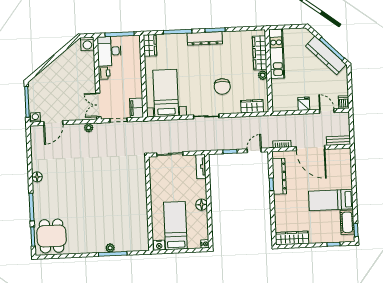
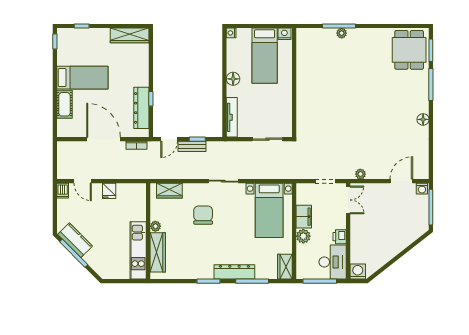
dresser: (205, 38) -> (234, 272), moved
kitchen counter: (326, 55) -> (75, 240), width x0.67
plant: (135, 72) -> (303, 236), added
filing cabinet: (137, 108) -> (304, 217), moved
bench: (338, 141) -> (192, 146), moved
tv unit: (201, 167) -> (232, 117), width x1.41
cot: (347, 222) -> (64, 104), moved

